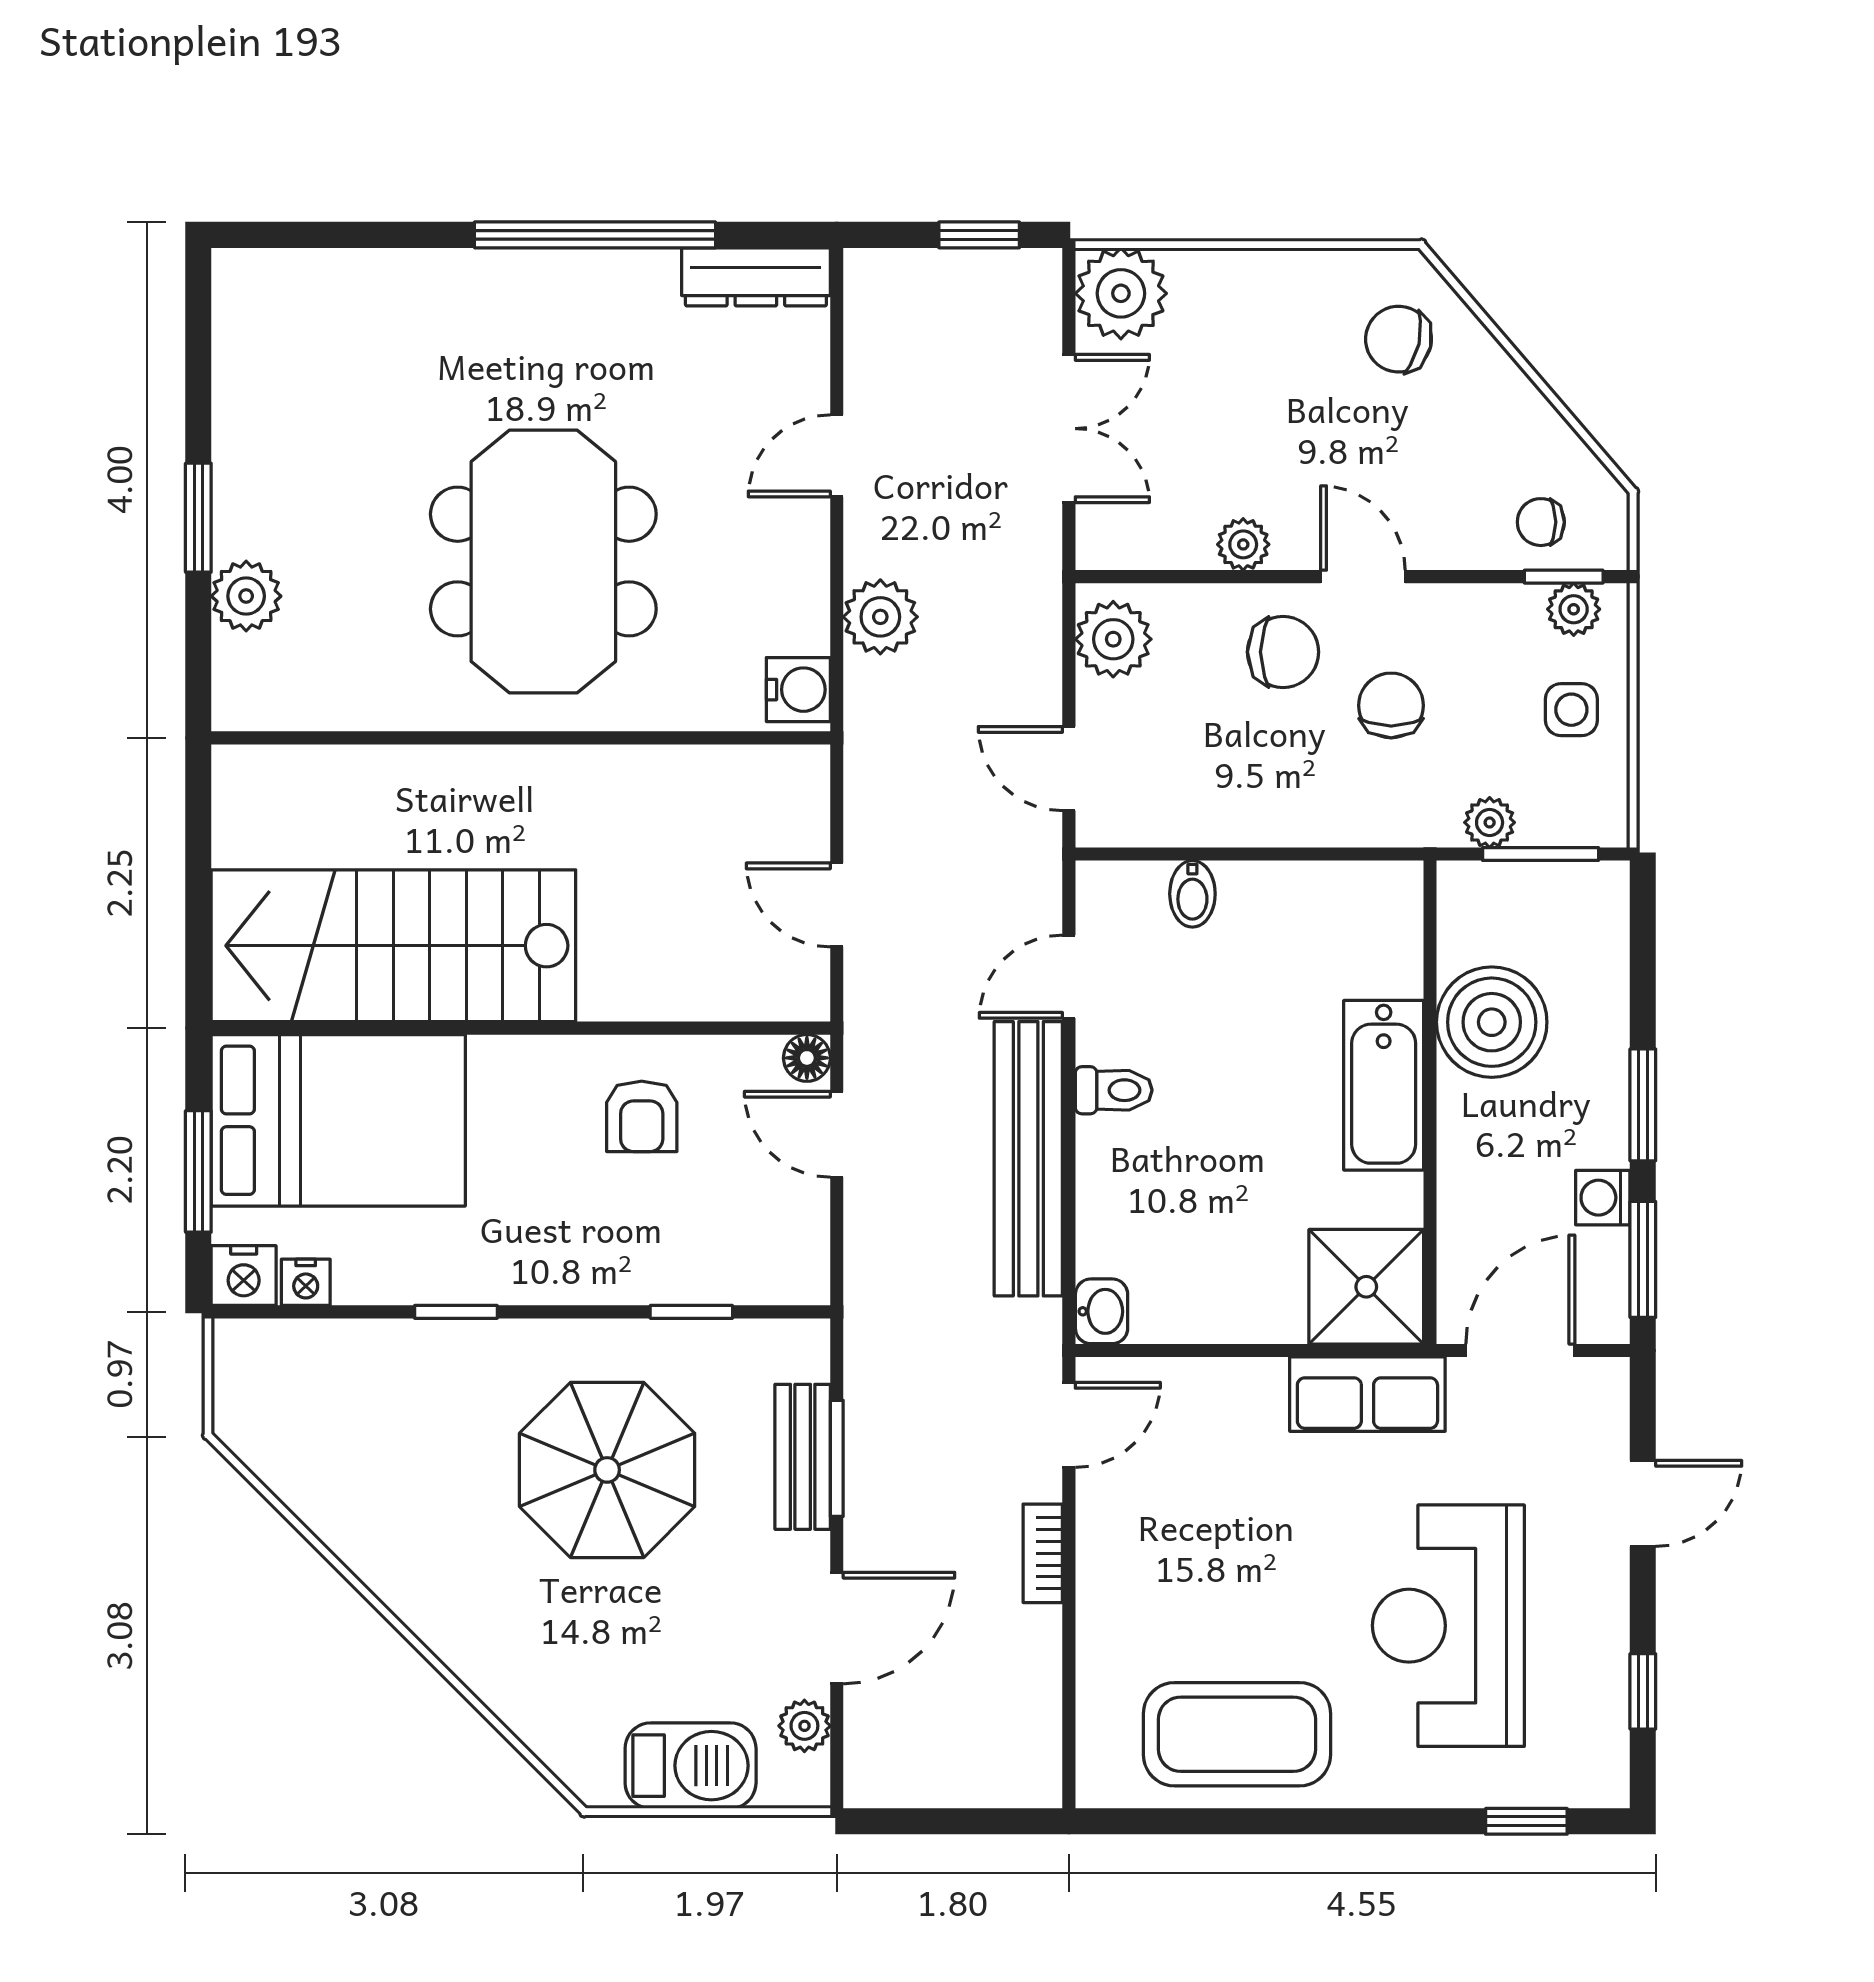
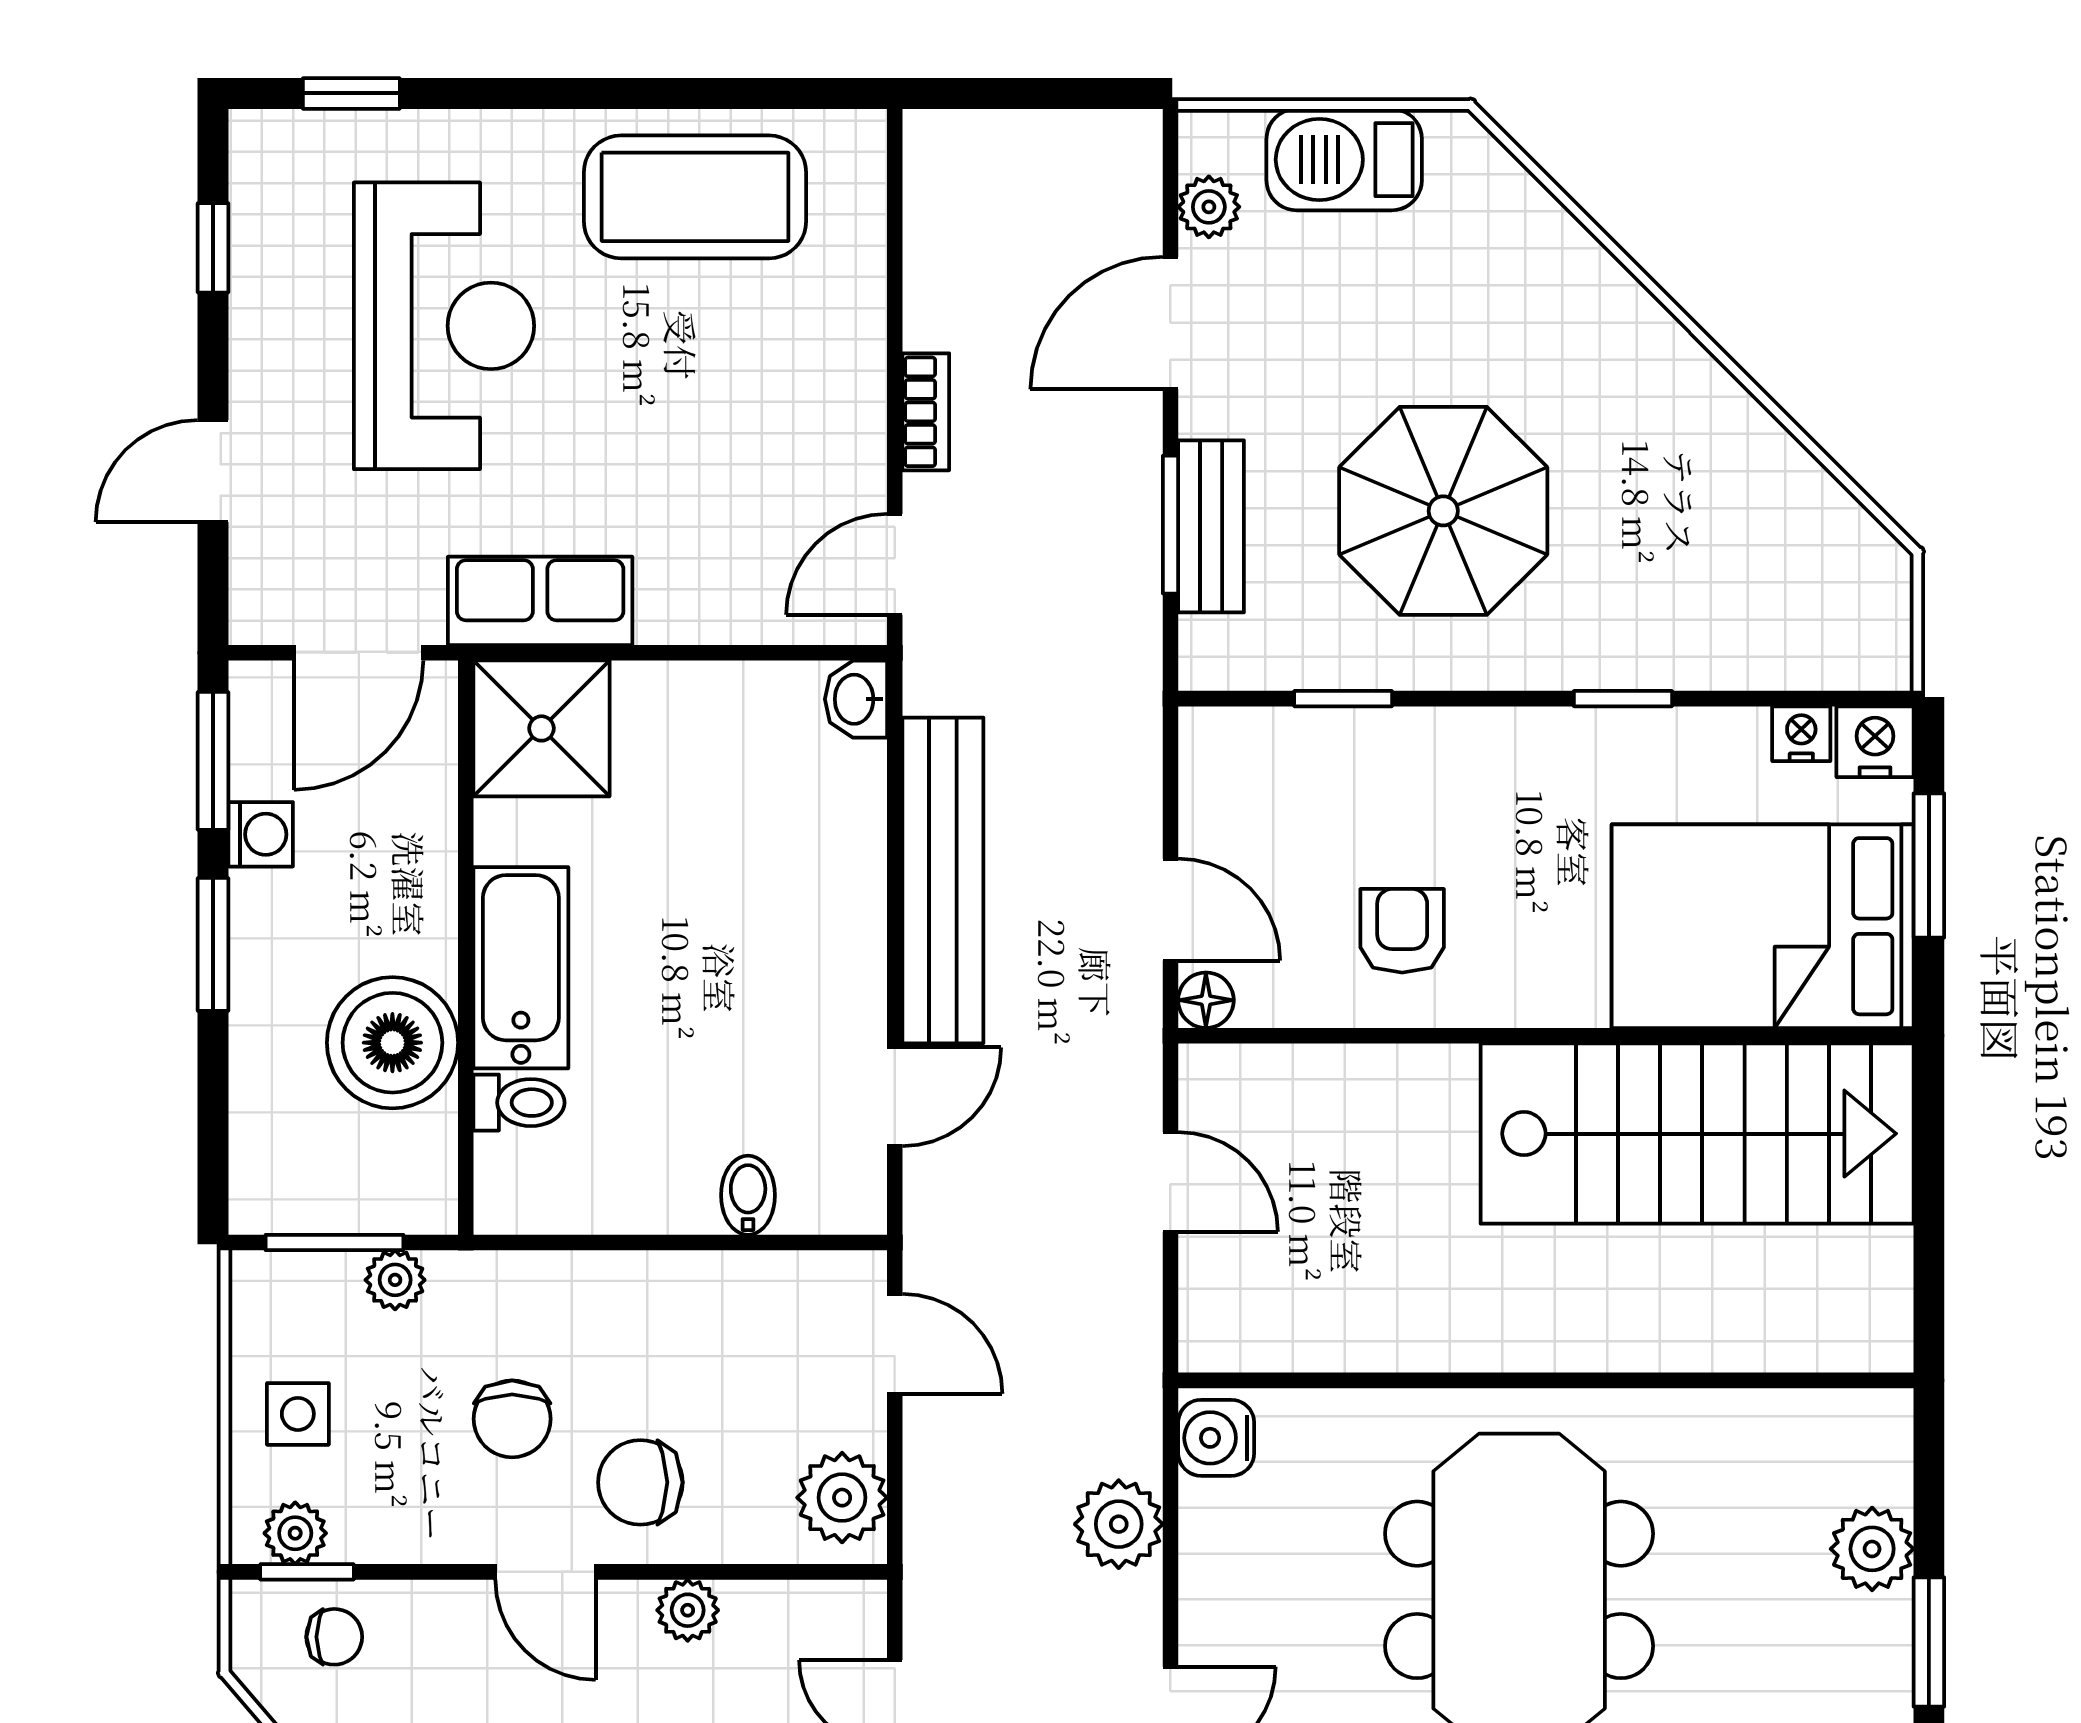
toilet: (1114, 1090) -> (519, 1103), moved, turned 180

